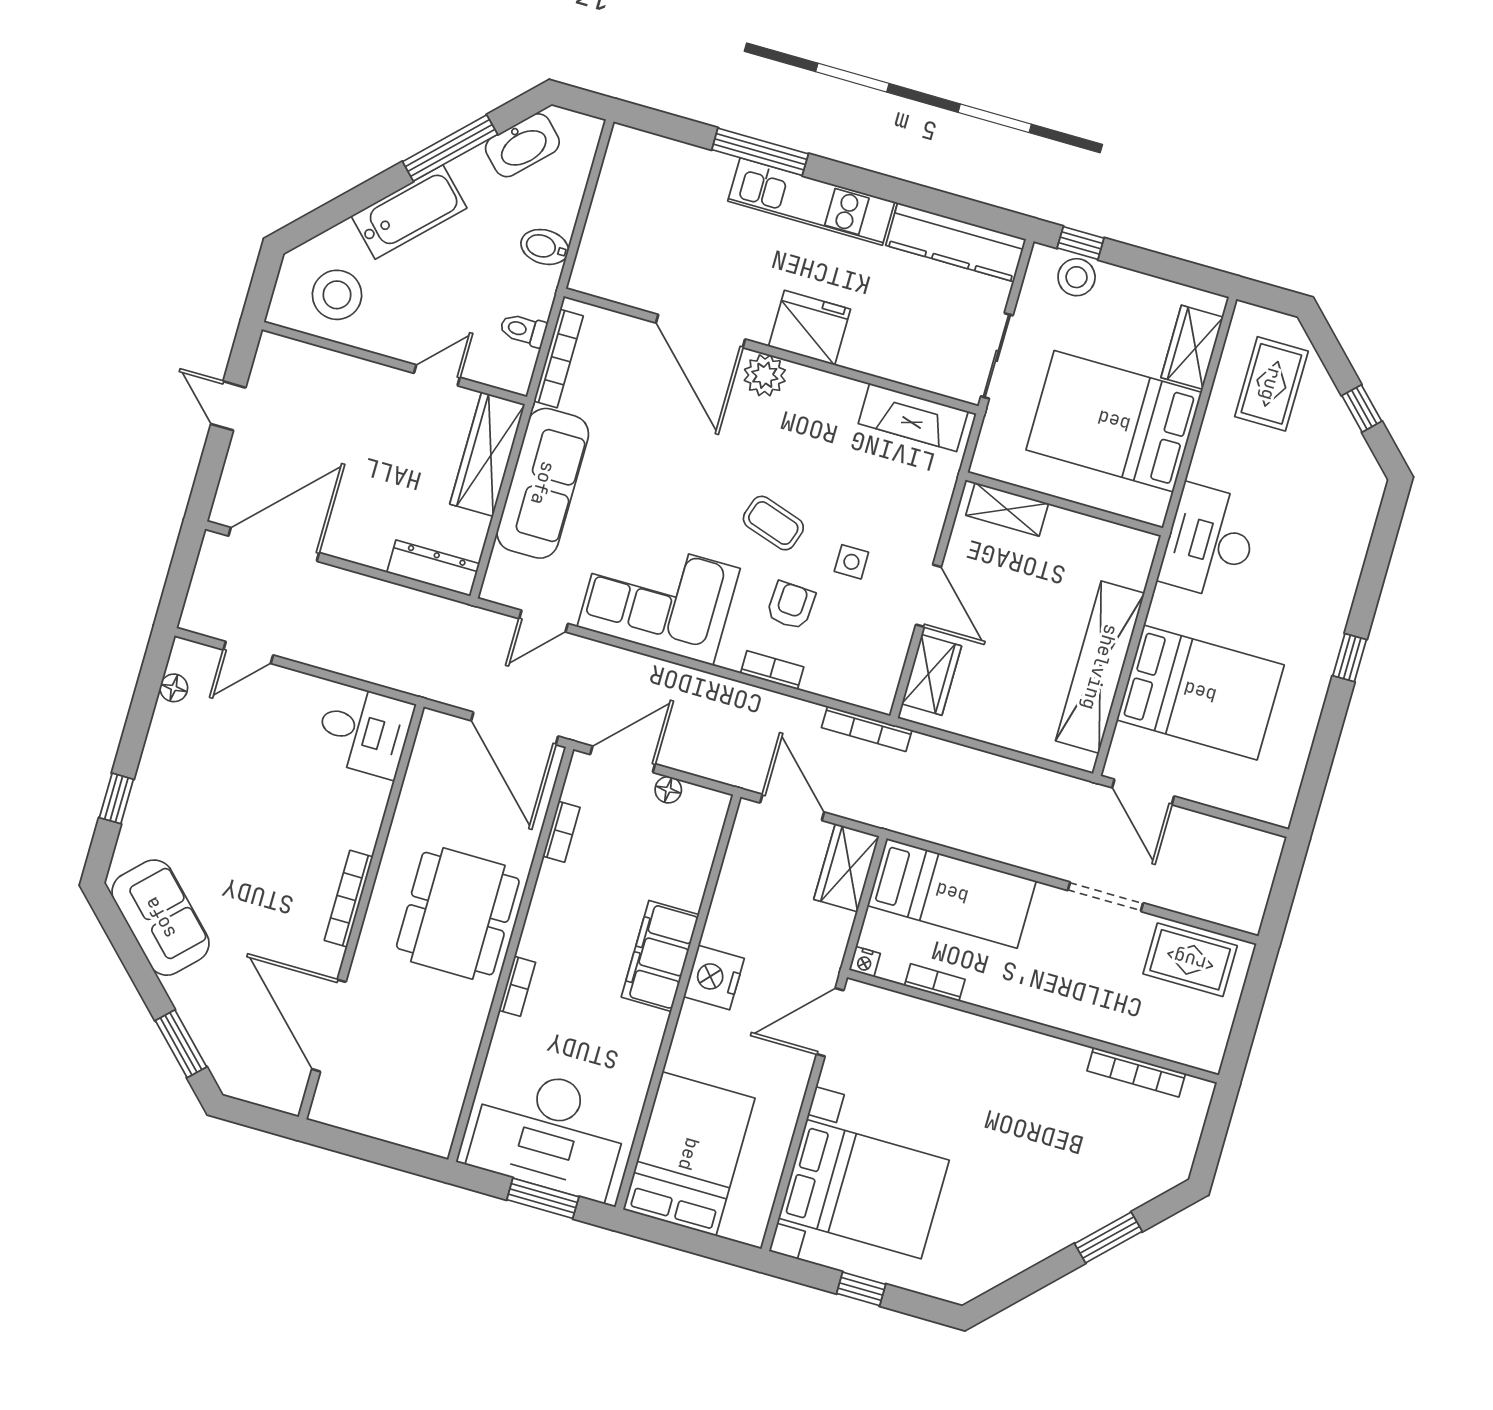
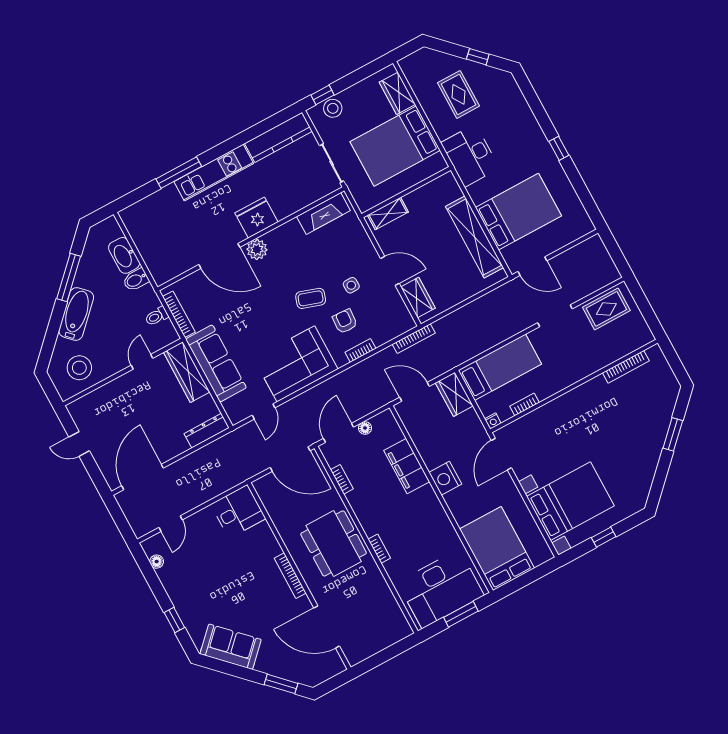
washbasin: (522, 145) -> (124, 255), moved, turned 135
rug: (1271, 384) -> (458, 94), moved
filing cabinet: (660, 956) -> (407, 466), moved

